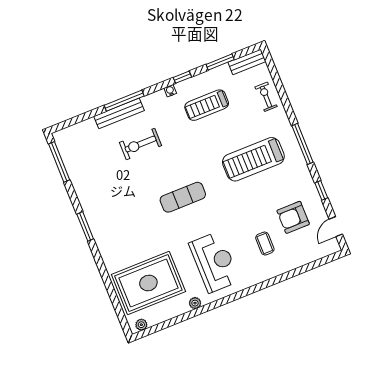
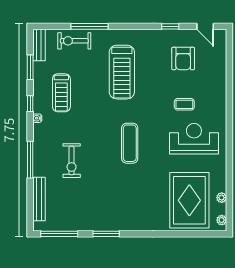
exercise bike: (266, 97) -> (74, 41), width x1.38, depth x1.39
bench: (119, 113) -> (39, 199), moved
window: (302, 144) -> (89, 26), moved
window: (85, 226) -> (106, 234), moved
coffee table: (265, 243) -> (184, 104), moved
plant: (195, 303) -> (222, 198), moved

